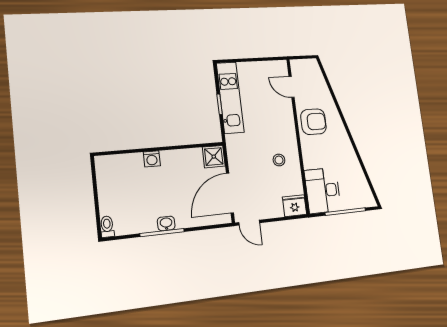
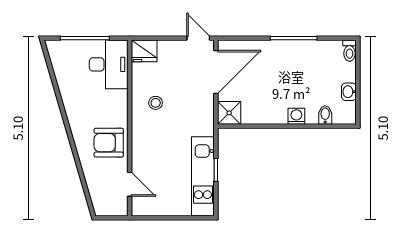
bidet: (125, 162) -> (325, 115), added
washbasin: (166, 223) -> (349, 92), moved, turned 90

